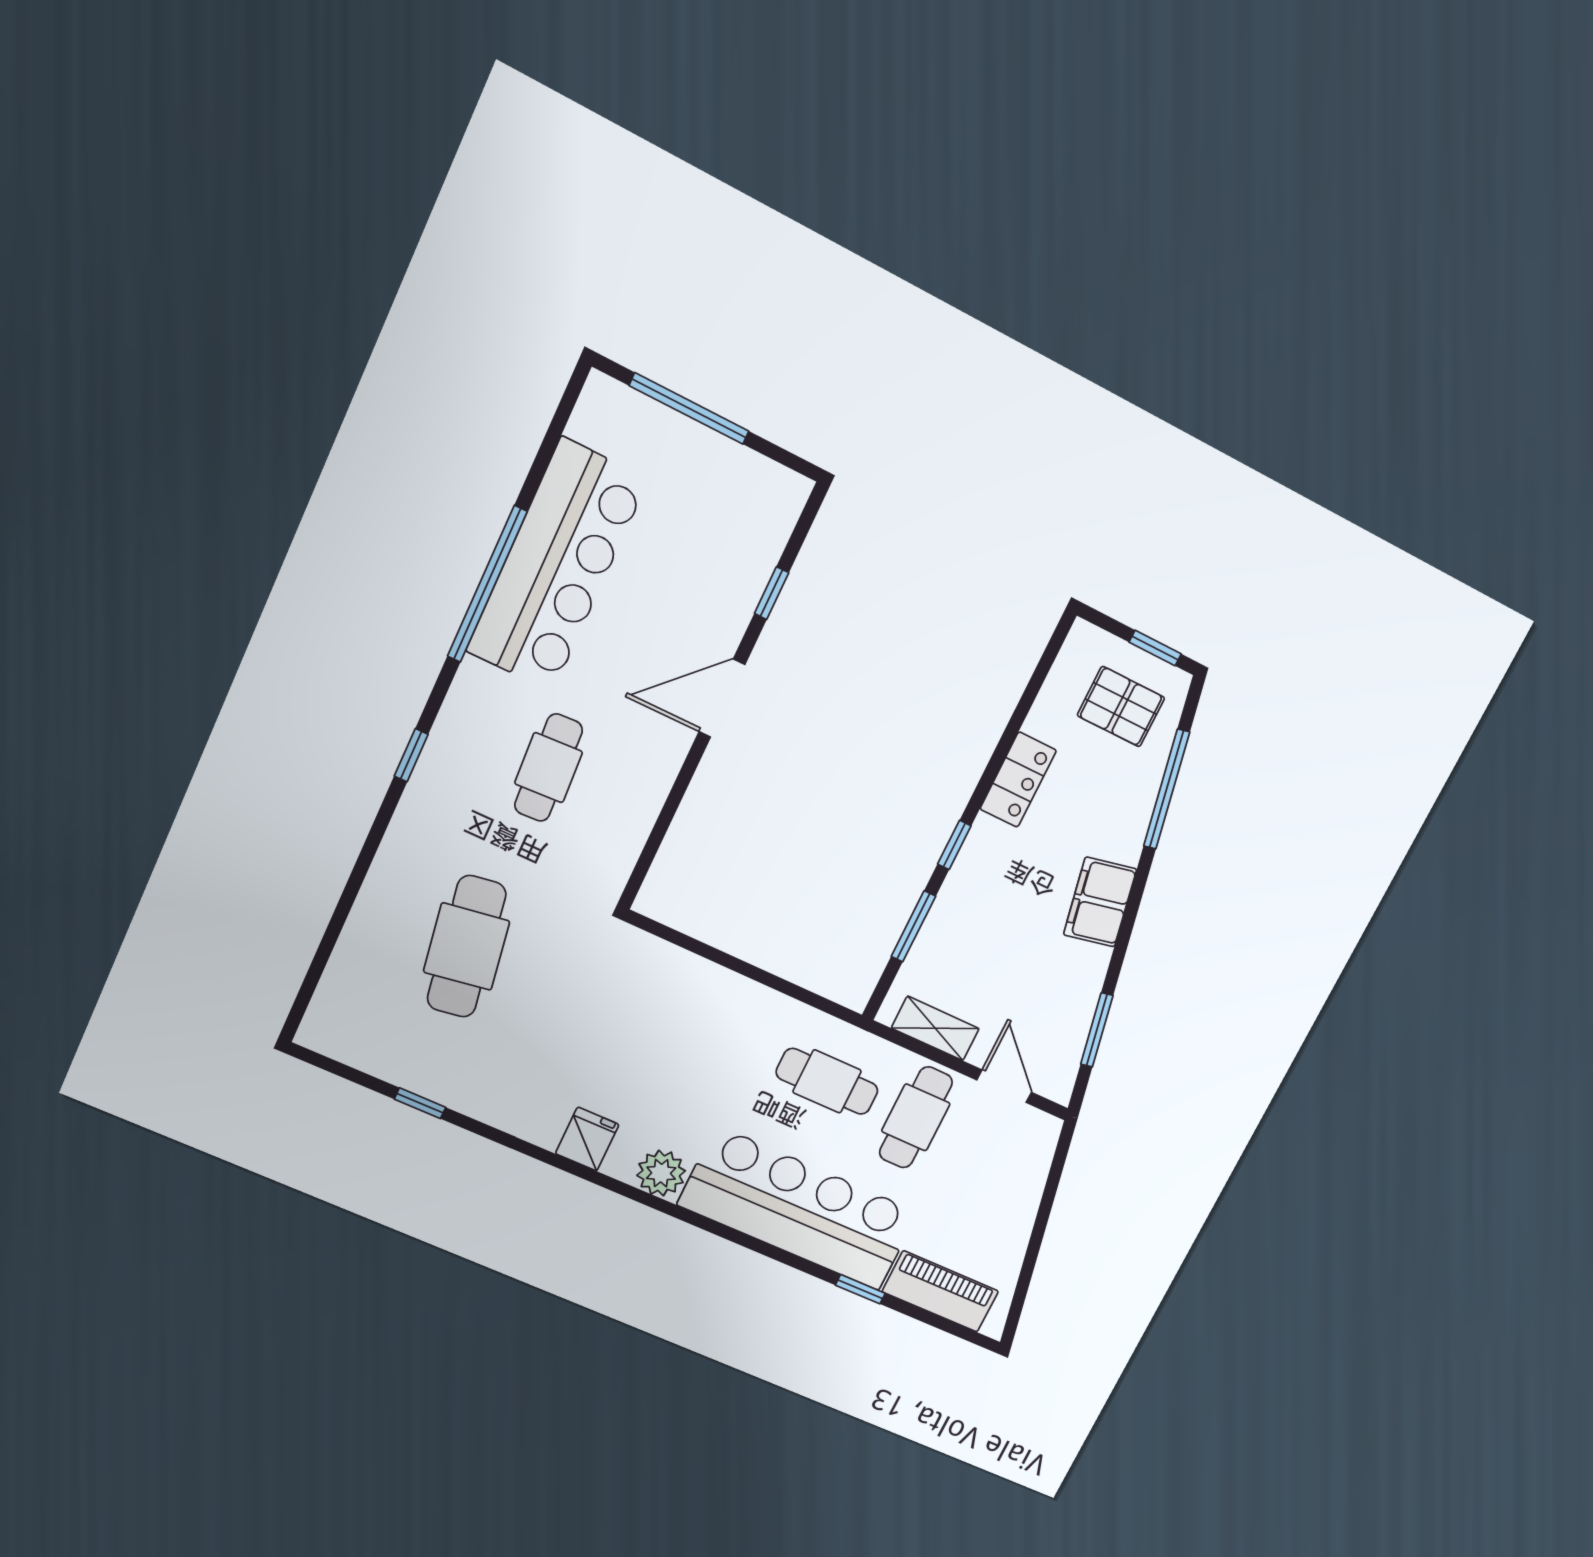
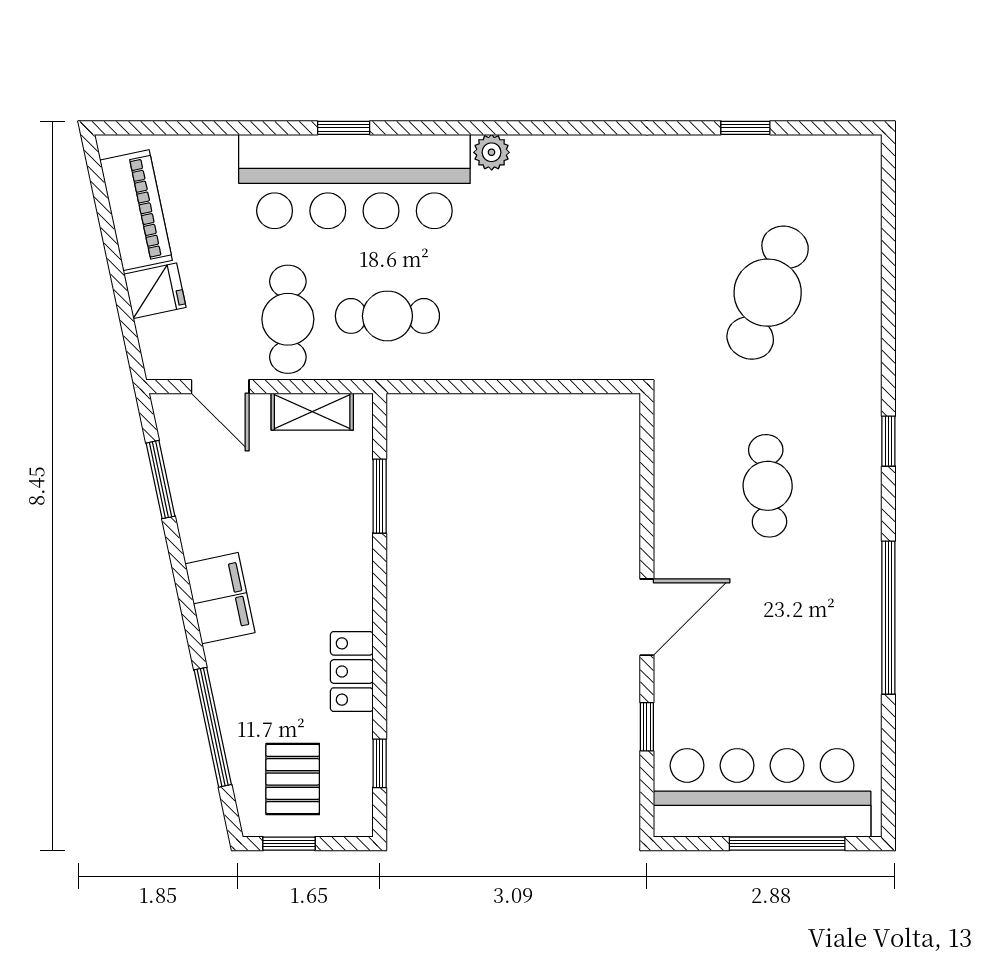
bar counter: (557, 566) -> (762, 793), moved, turned 90
pallet: (1121, 707) -> (293, 779), turned 90
window: (954, 845) -> (380, 763), moved
cafe table: (466, 947) -> (768, 293), turned 30
fridge: (587, 1139) -> (155, 291), moved, turned -102
plant: (661, 1173) -> (492, 152), width x0.73, depth x0.73
window: (860, 1289) -> (344, 128), moved
piano: (940, 1291) -> (136, 210), moved, turned -102

